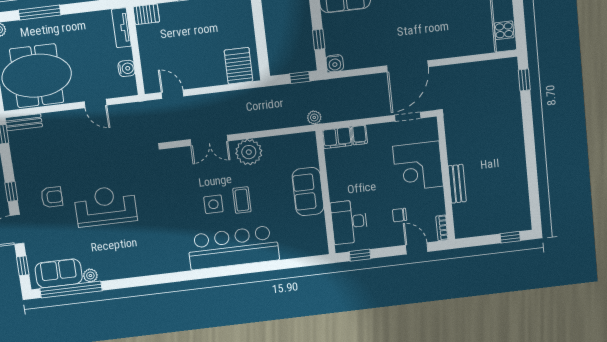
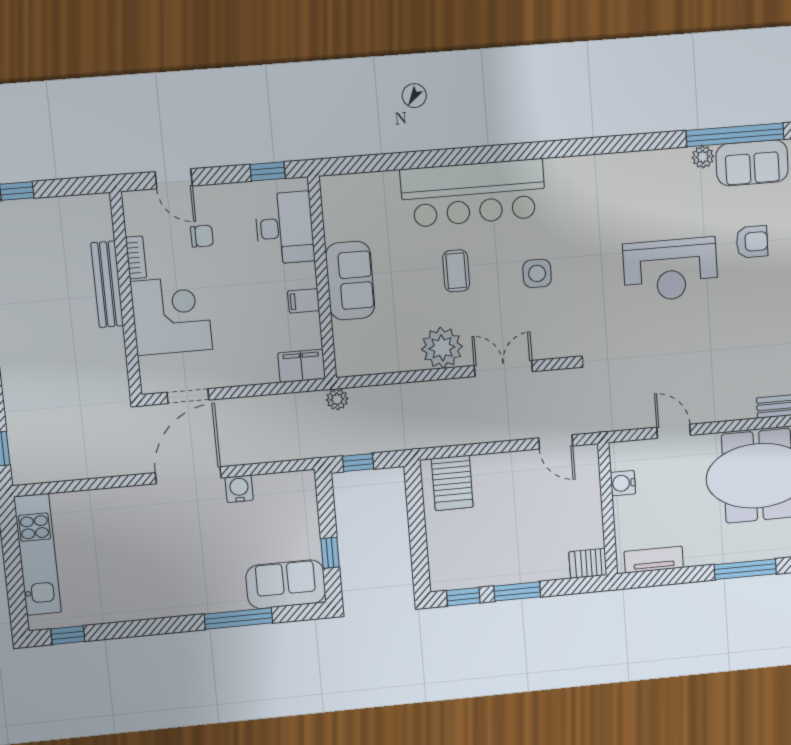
tv unit: (121, 28) -> (654, 560), moved, turned -90
window: (319, 39) -> (330, 553), moved
water cooler: (335, 63) -> (239, 489), moved
filing cabinet: (359, 135) -> (303, 301), moved, turned -90
bench: (457, 184) -> (107, 284), width x1.36
armchair: (52, 197) -> (752, 242), moved, turned 180
side table: (213, 204) -> (537, 273), moved
bookcase: (442, 228) -> (136, 257), moved

